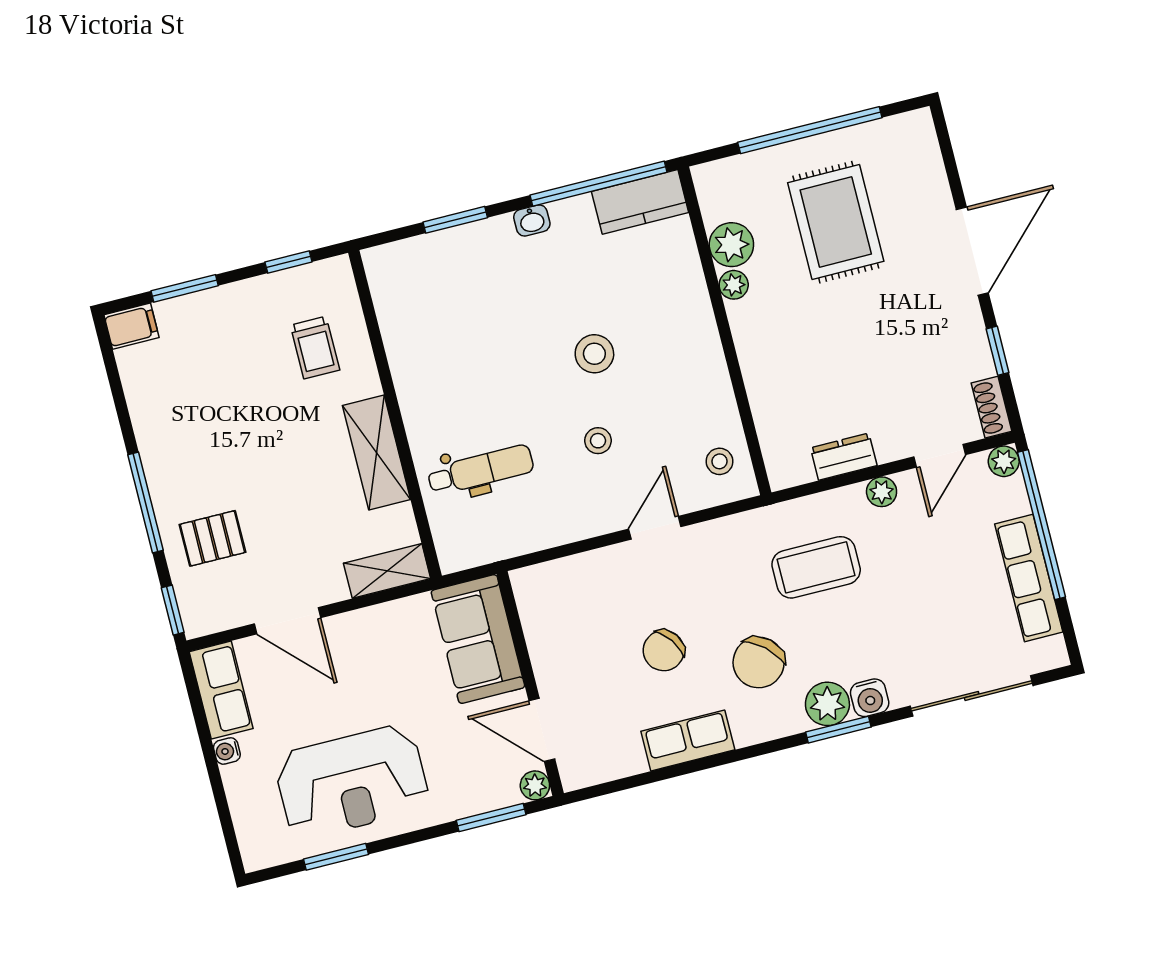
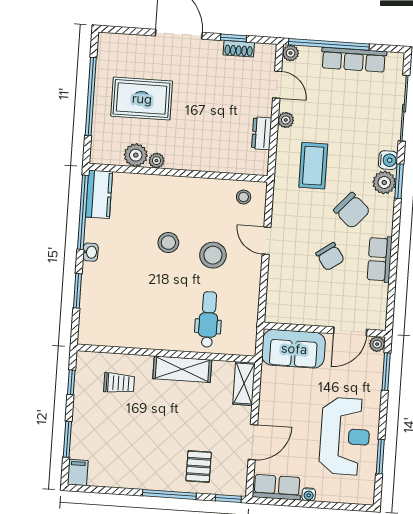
shoe rack: (992, 407) -> (239, 49), moved
stool: (598, 441) -> (213, 255), width x1.89, depth x1.89

